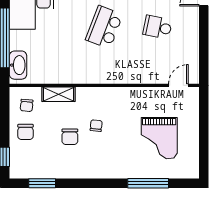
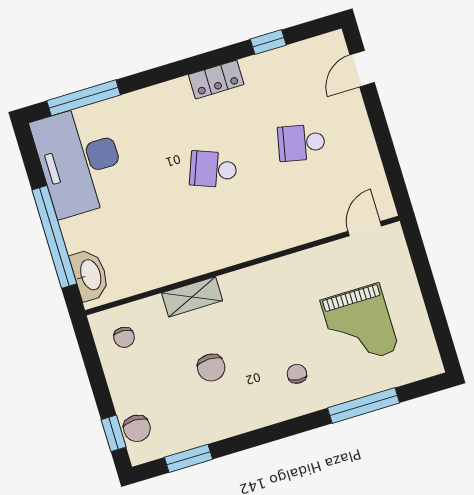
school desk: (104, 27) -> (213, 169), width x0.54
shelving: (58, 94) -> (192, 297), moved
chair: (96, 126) -> (297, 374), moved
chair: (25, 132) -> (137, 428), moved

